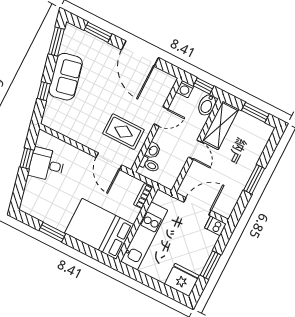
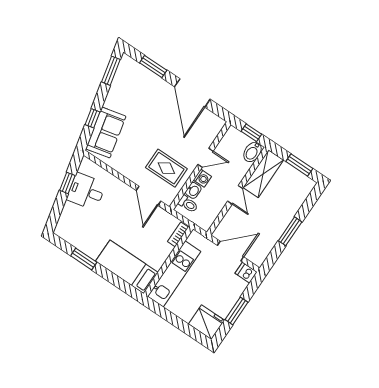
sofa: (66, 77) -> (106, 133), moved
washing machine: (185, 89) -> (202, 178), moved, turned -90
bed: (99, 229) -> (127, 267), width x0.67

